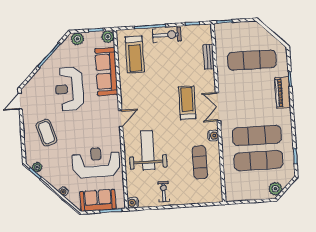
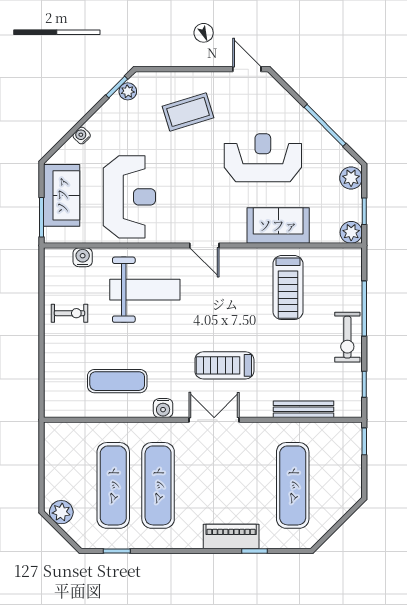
treadmill: (135, 54) -> (288, 288), moved, turned -90
bench: (209, 57) -> (304, 409), width x1.36
sofa: (106, 72) -> (278, 225), width x0.73
treadmill: (187, 103) -> (224, 365), turned 180
water cooler: (133, 203) -> (83, 257), moved

